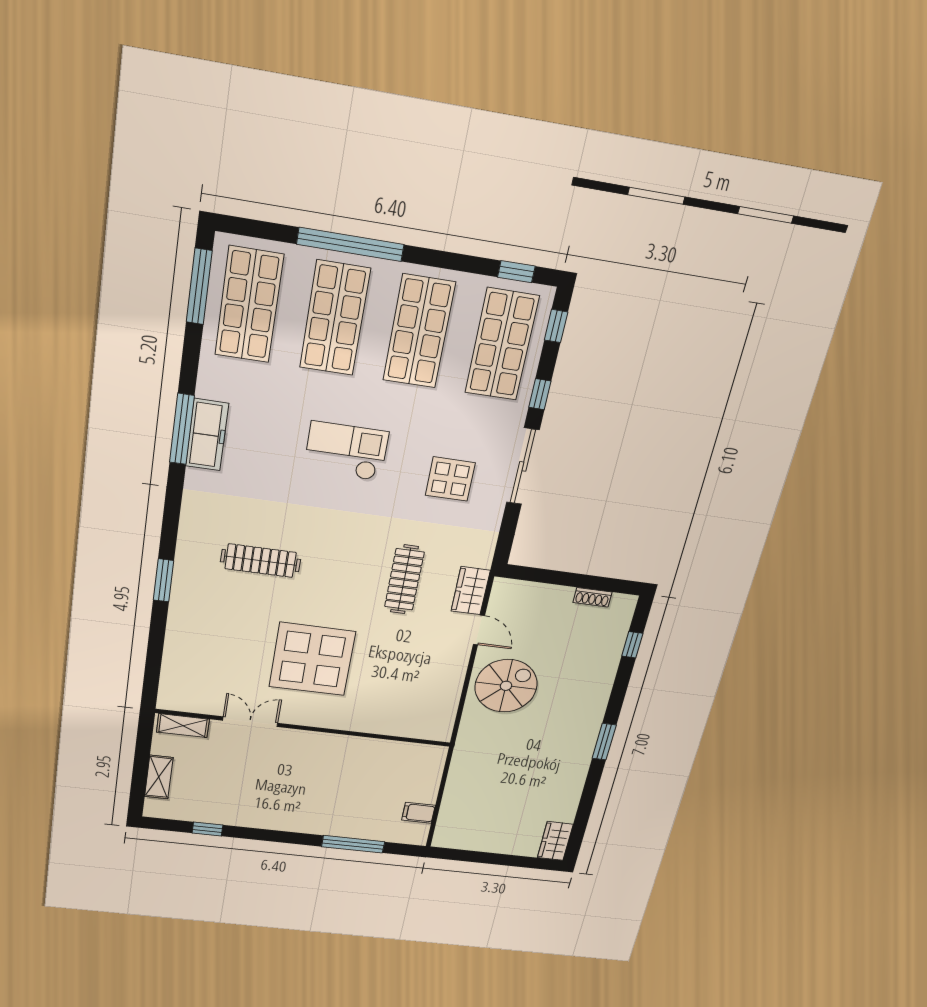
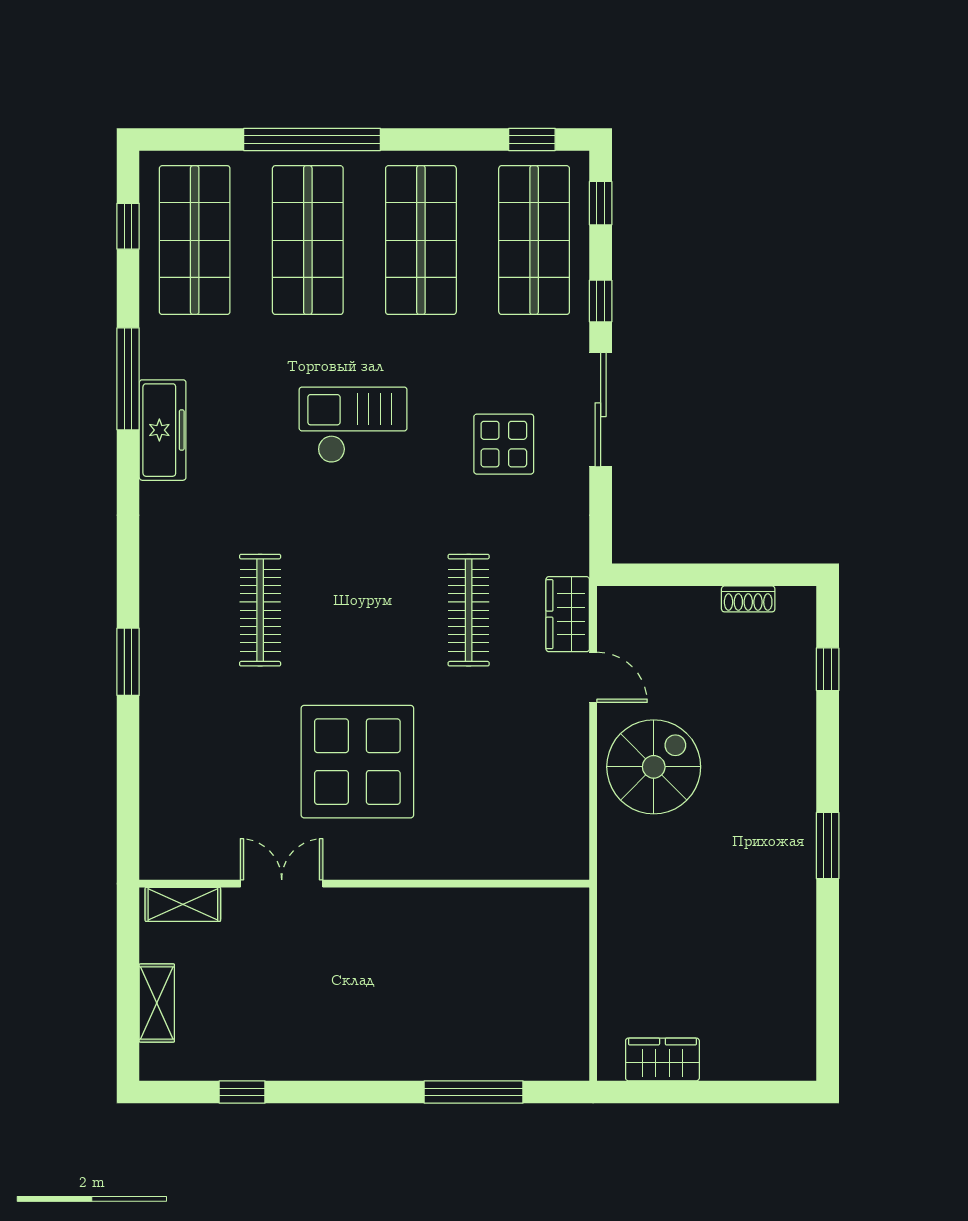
window: (199, 287) -> (128, 226), width x0.46
window: (182, 429) -> (128, 379), moved
clothes rail: (261, 561) -> (260, 610), turned 90
filing cabinet: (418, 813) -> (566, 1018), removed
wardrobe: (555, 841) -> (662, 1059), moved, turned 90

